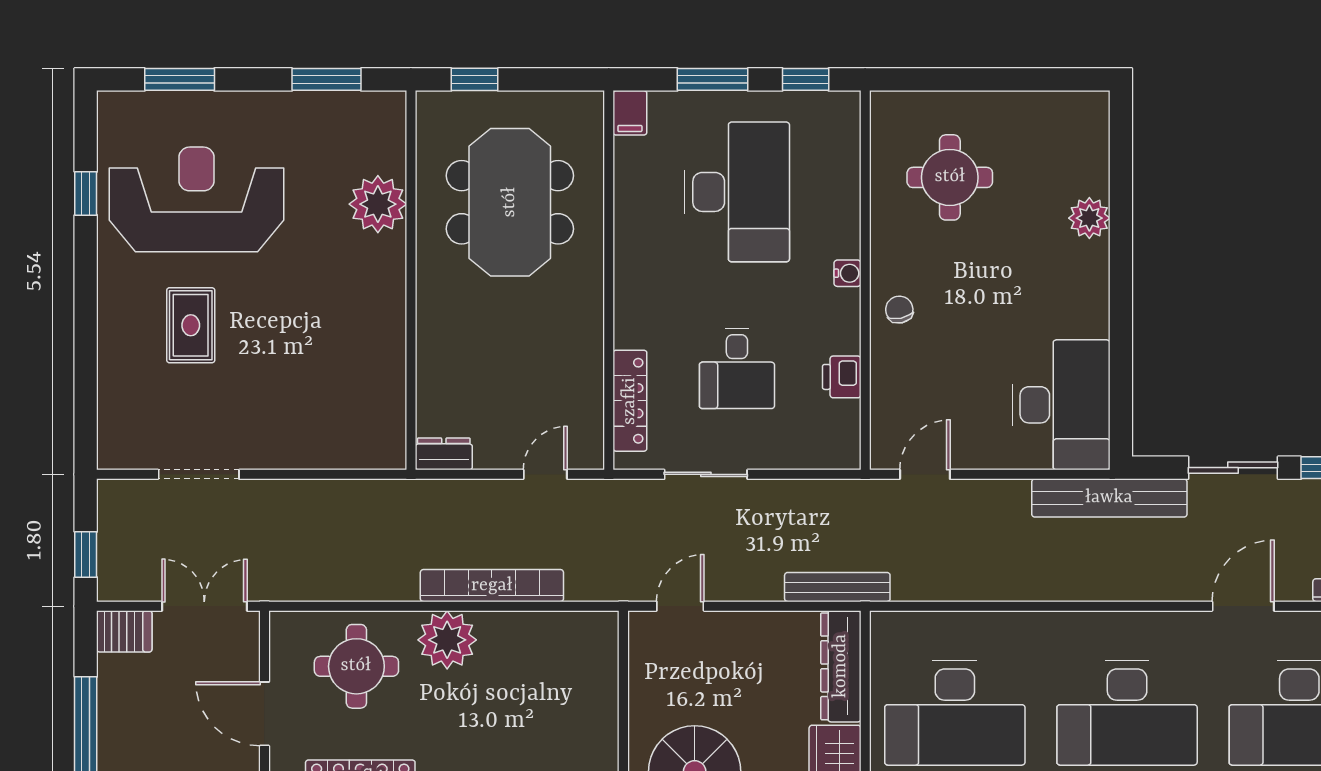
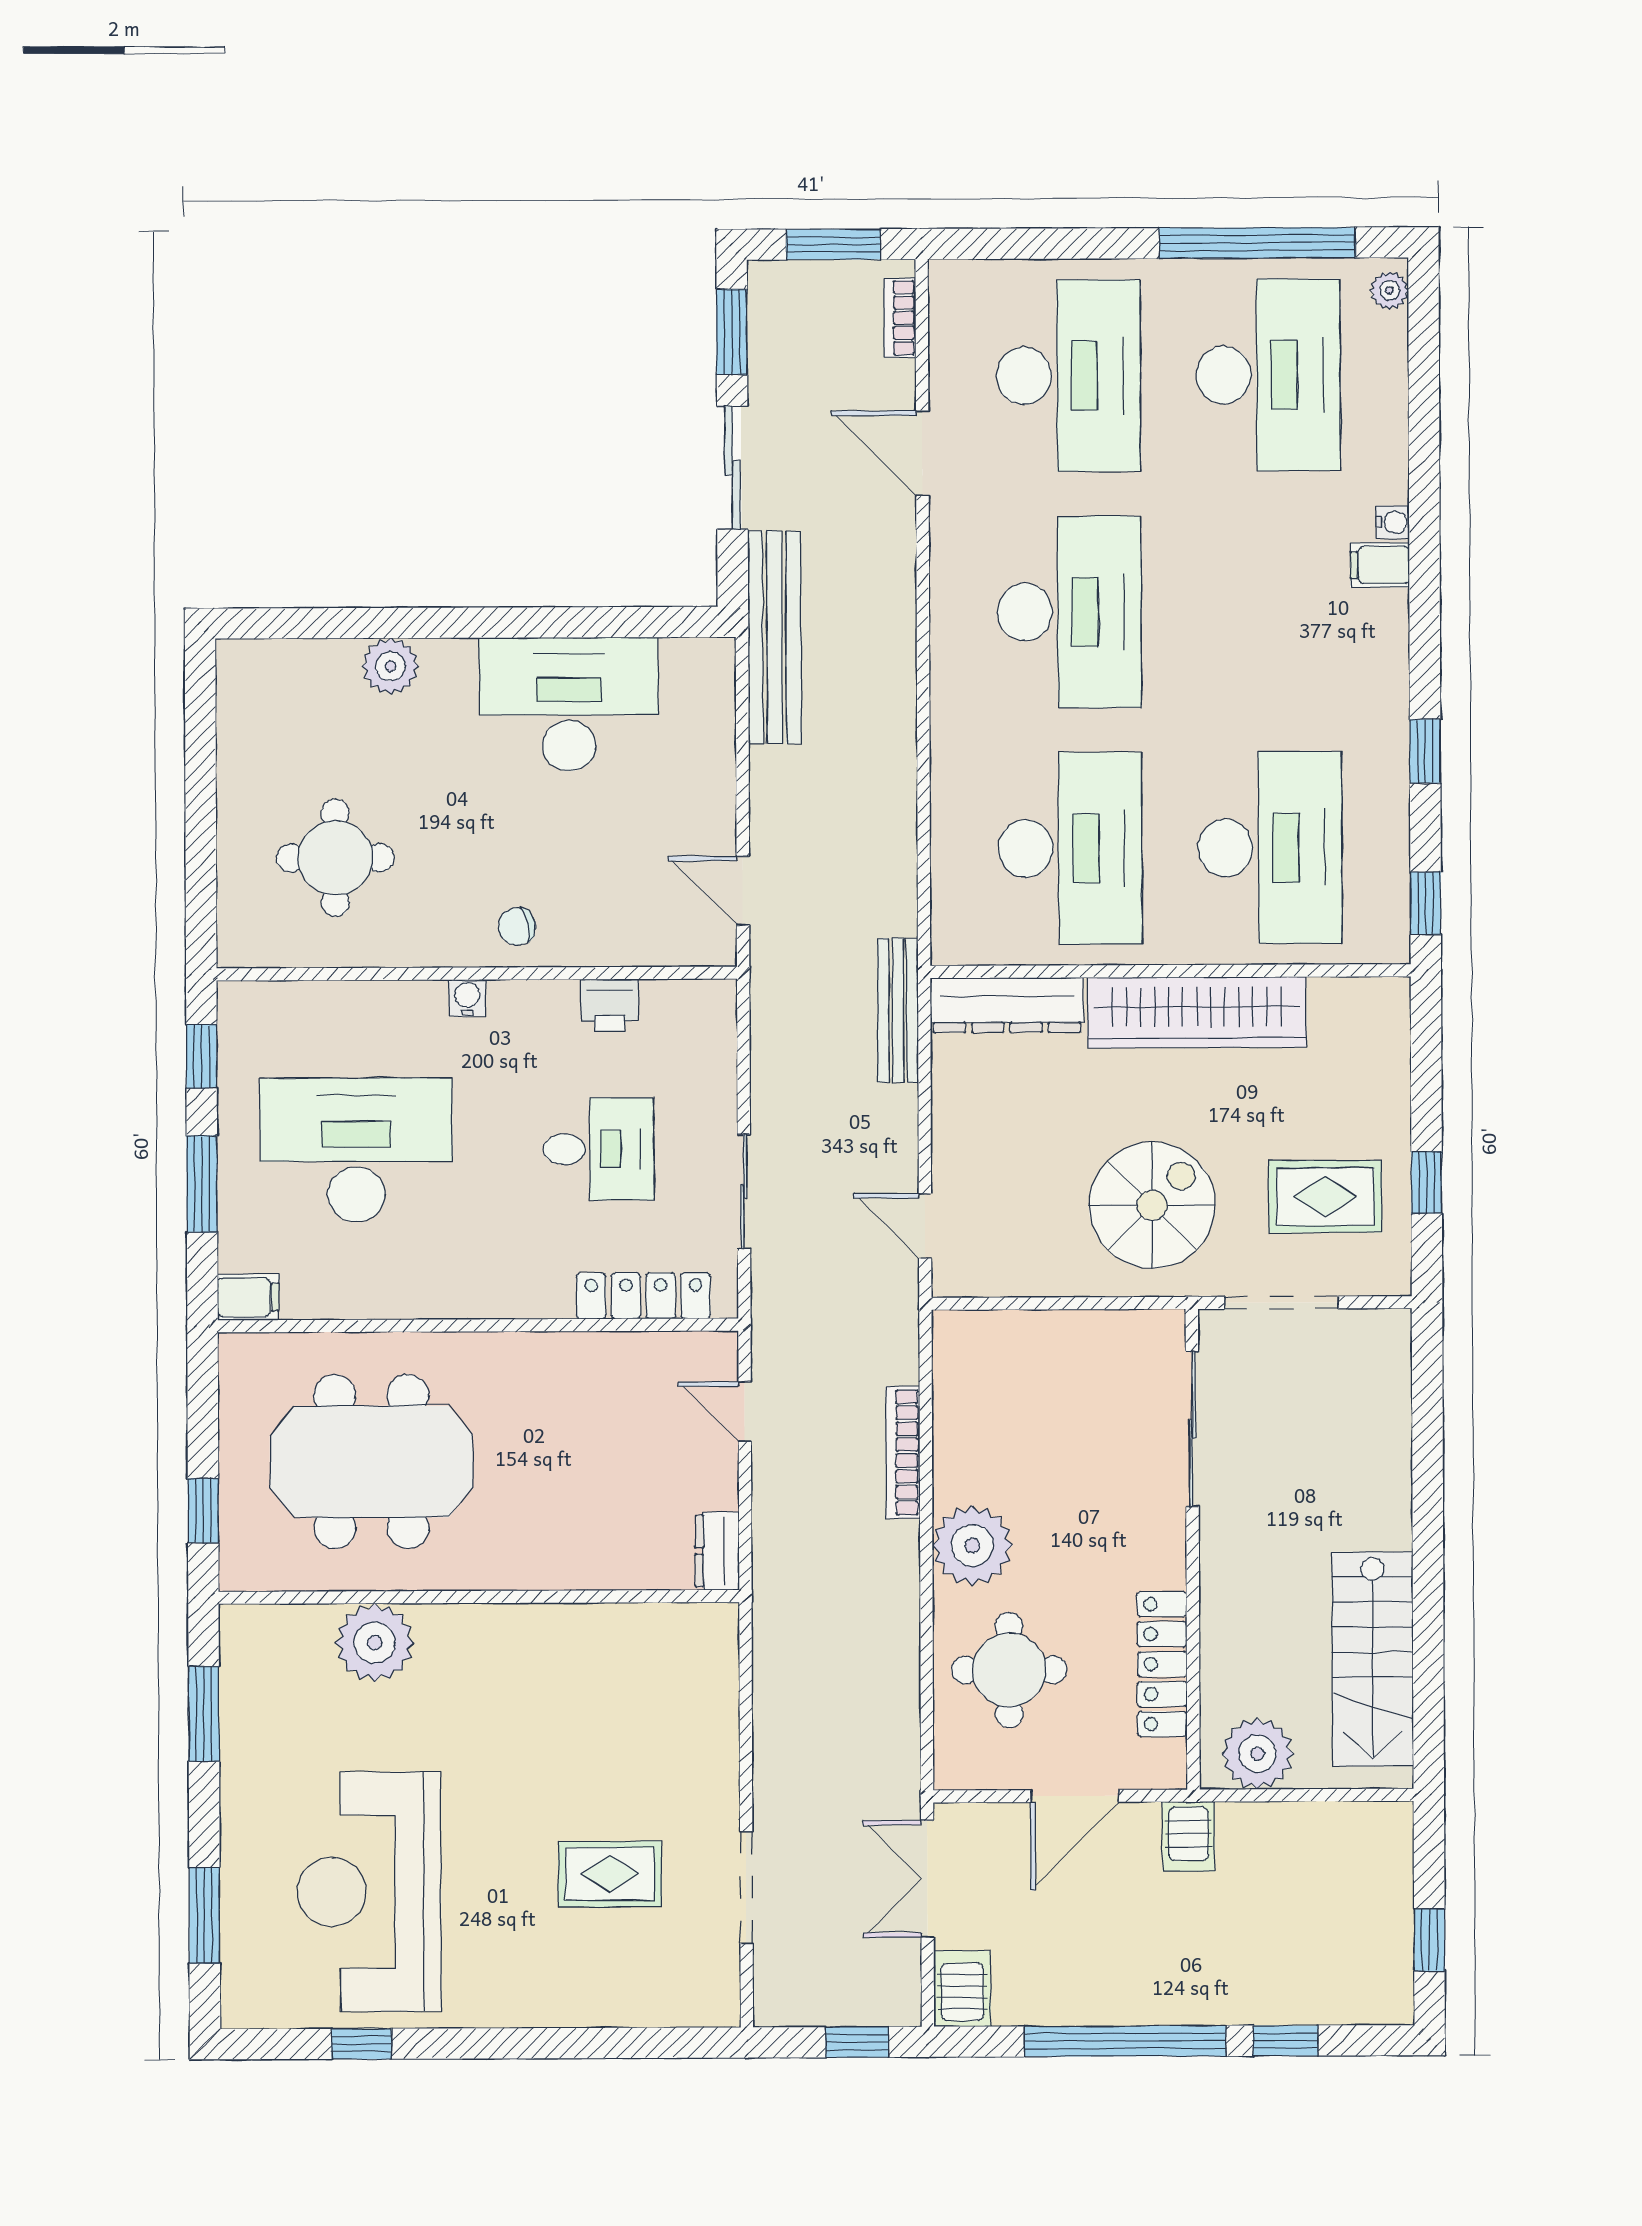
rug: (191, 325) -> (610, 1874), moved
desk: (1061, 405) -> (569, 704), moved
bookcase: (492, 586) -> (903, 1453), width x0.68, depth x0.76

